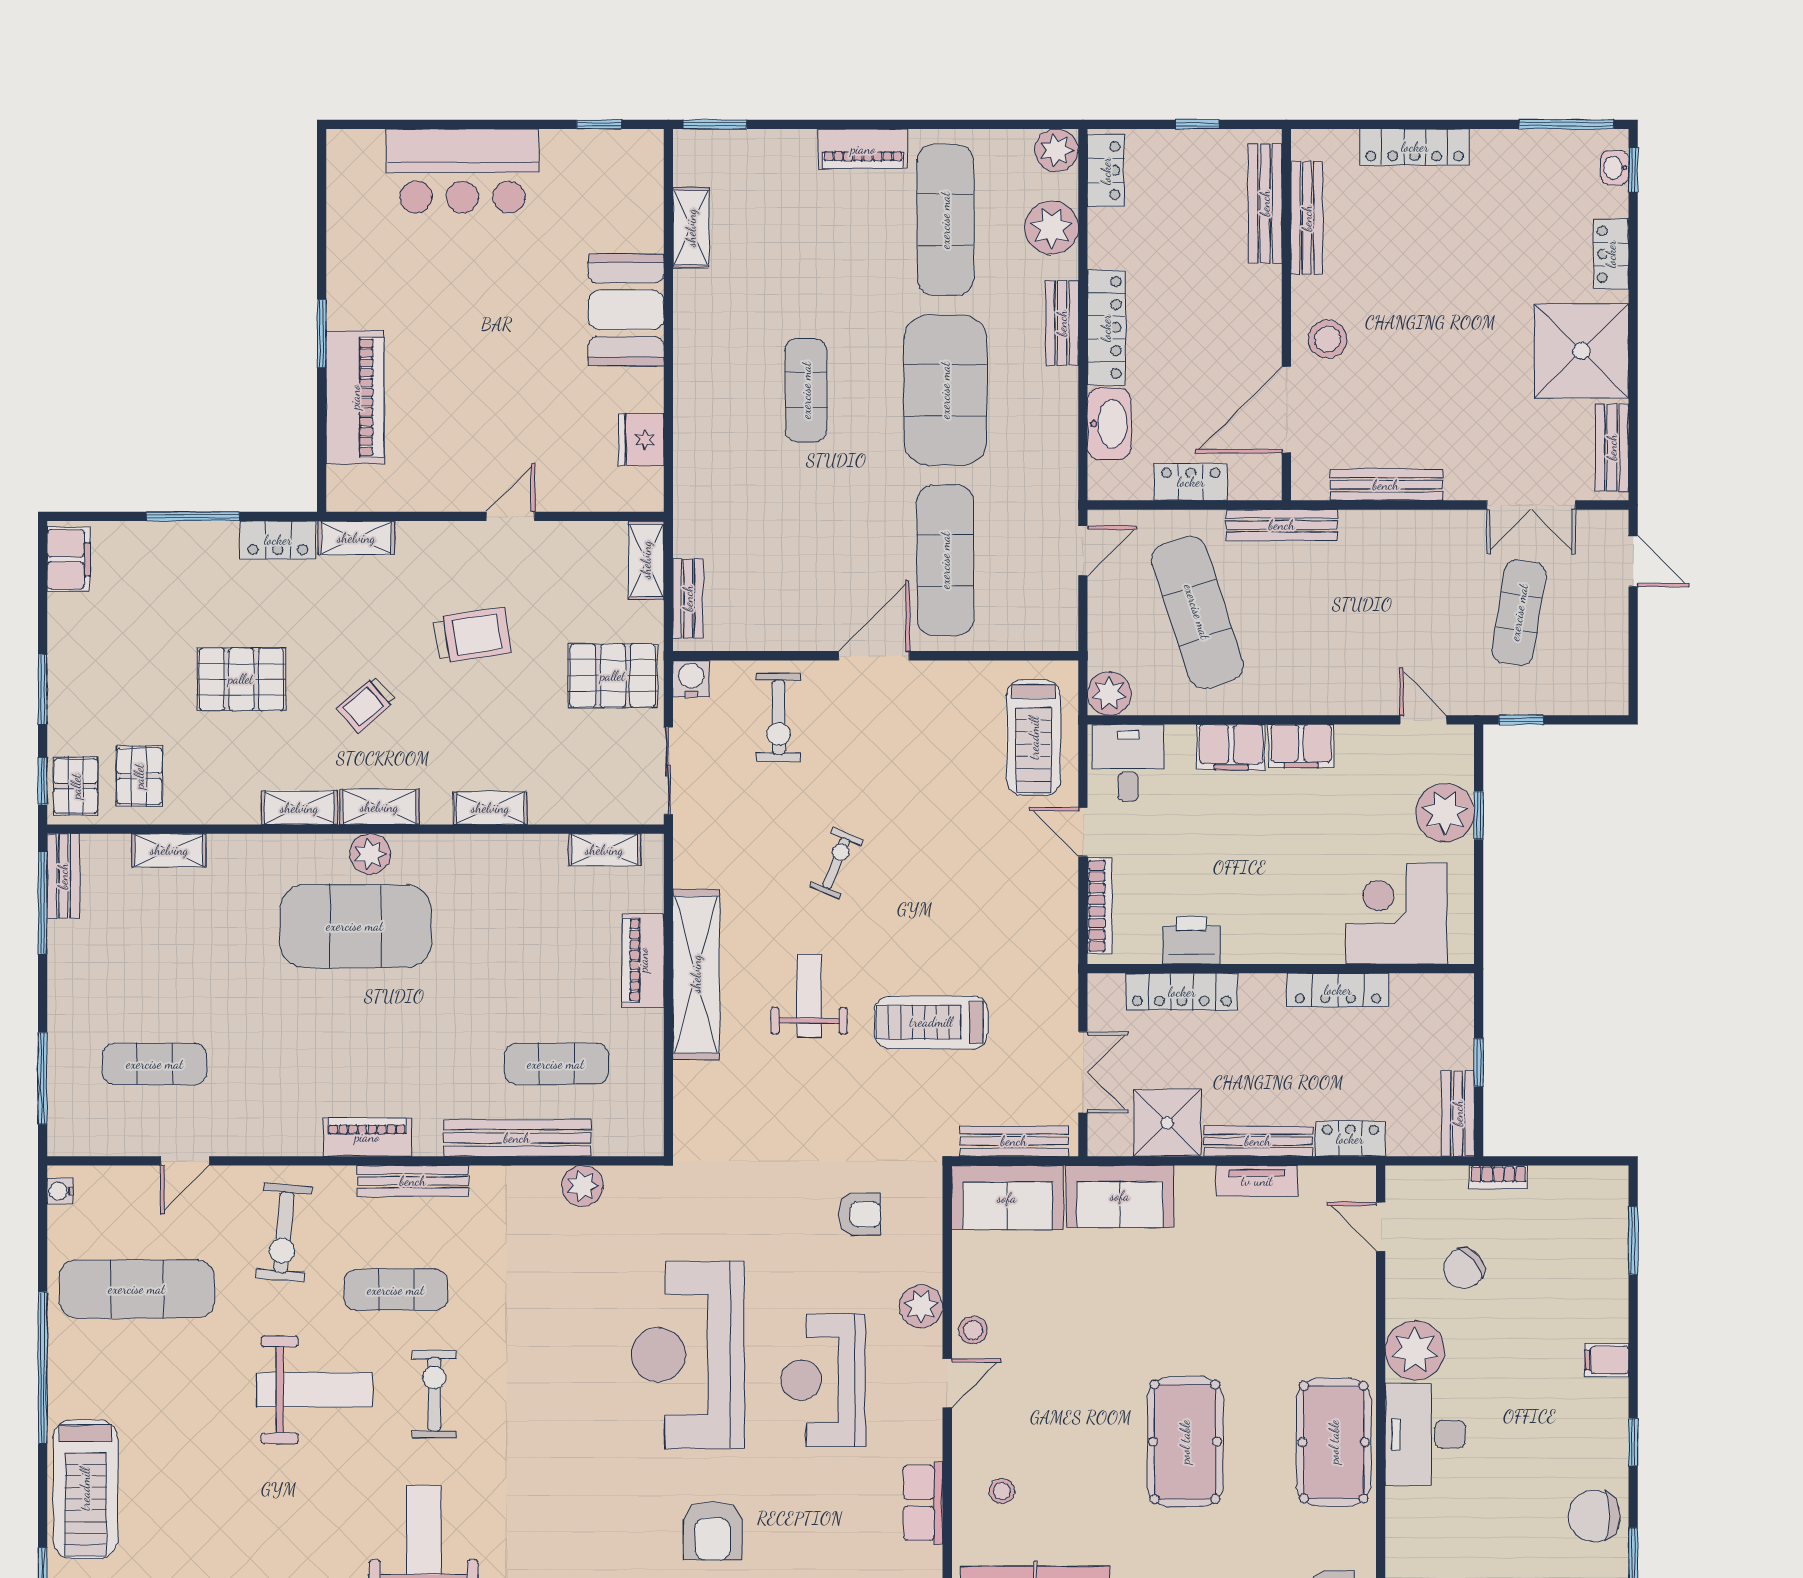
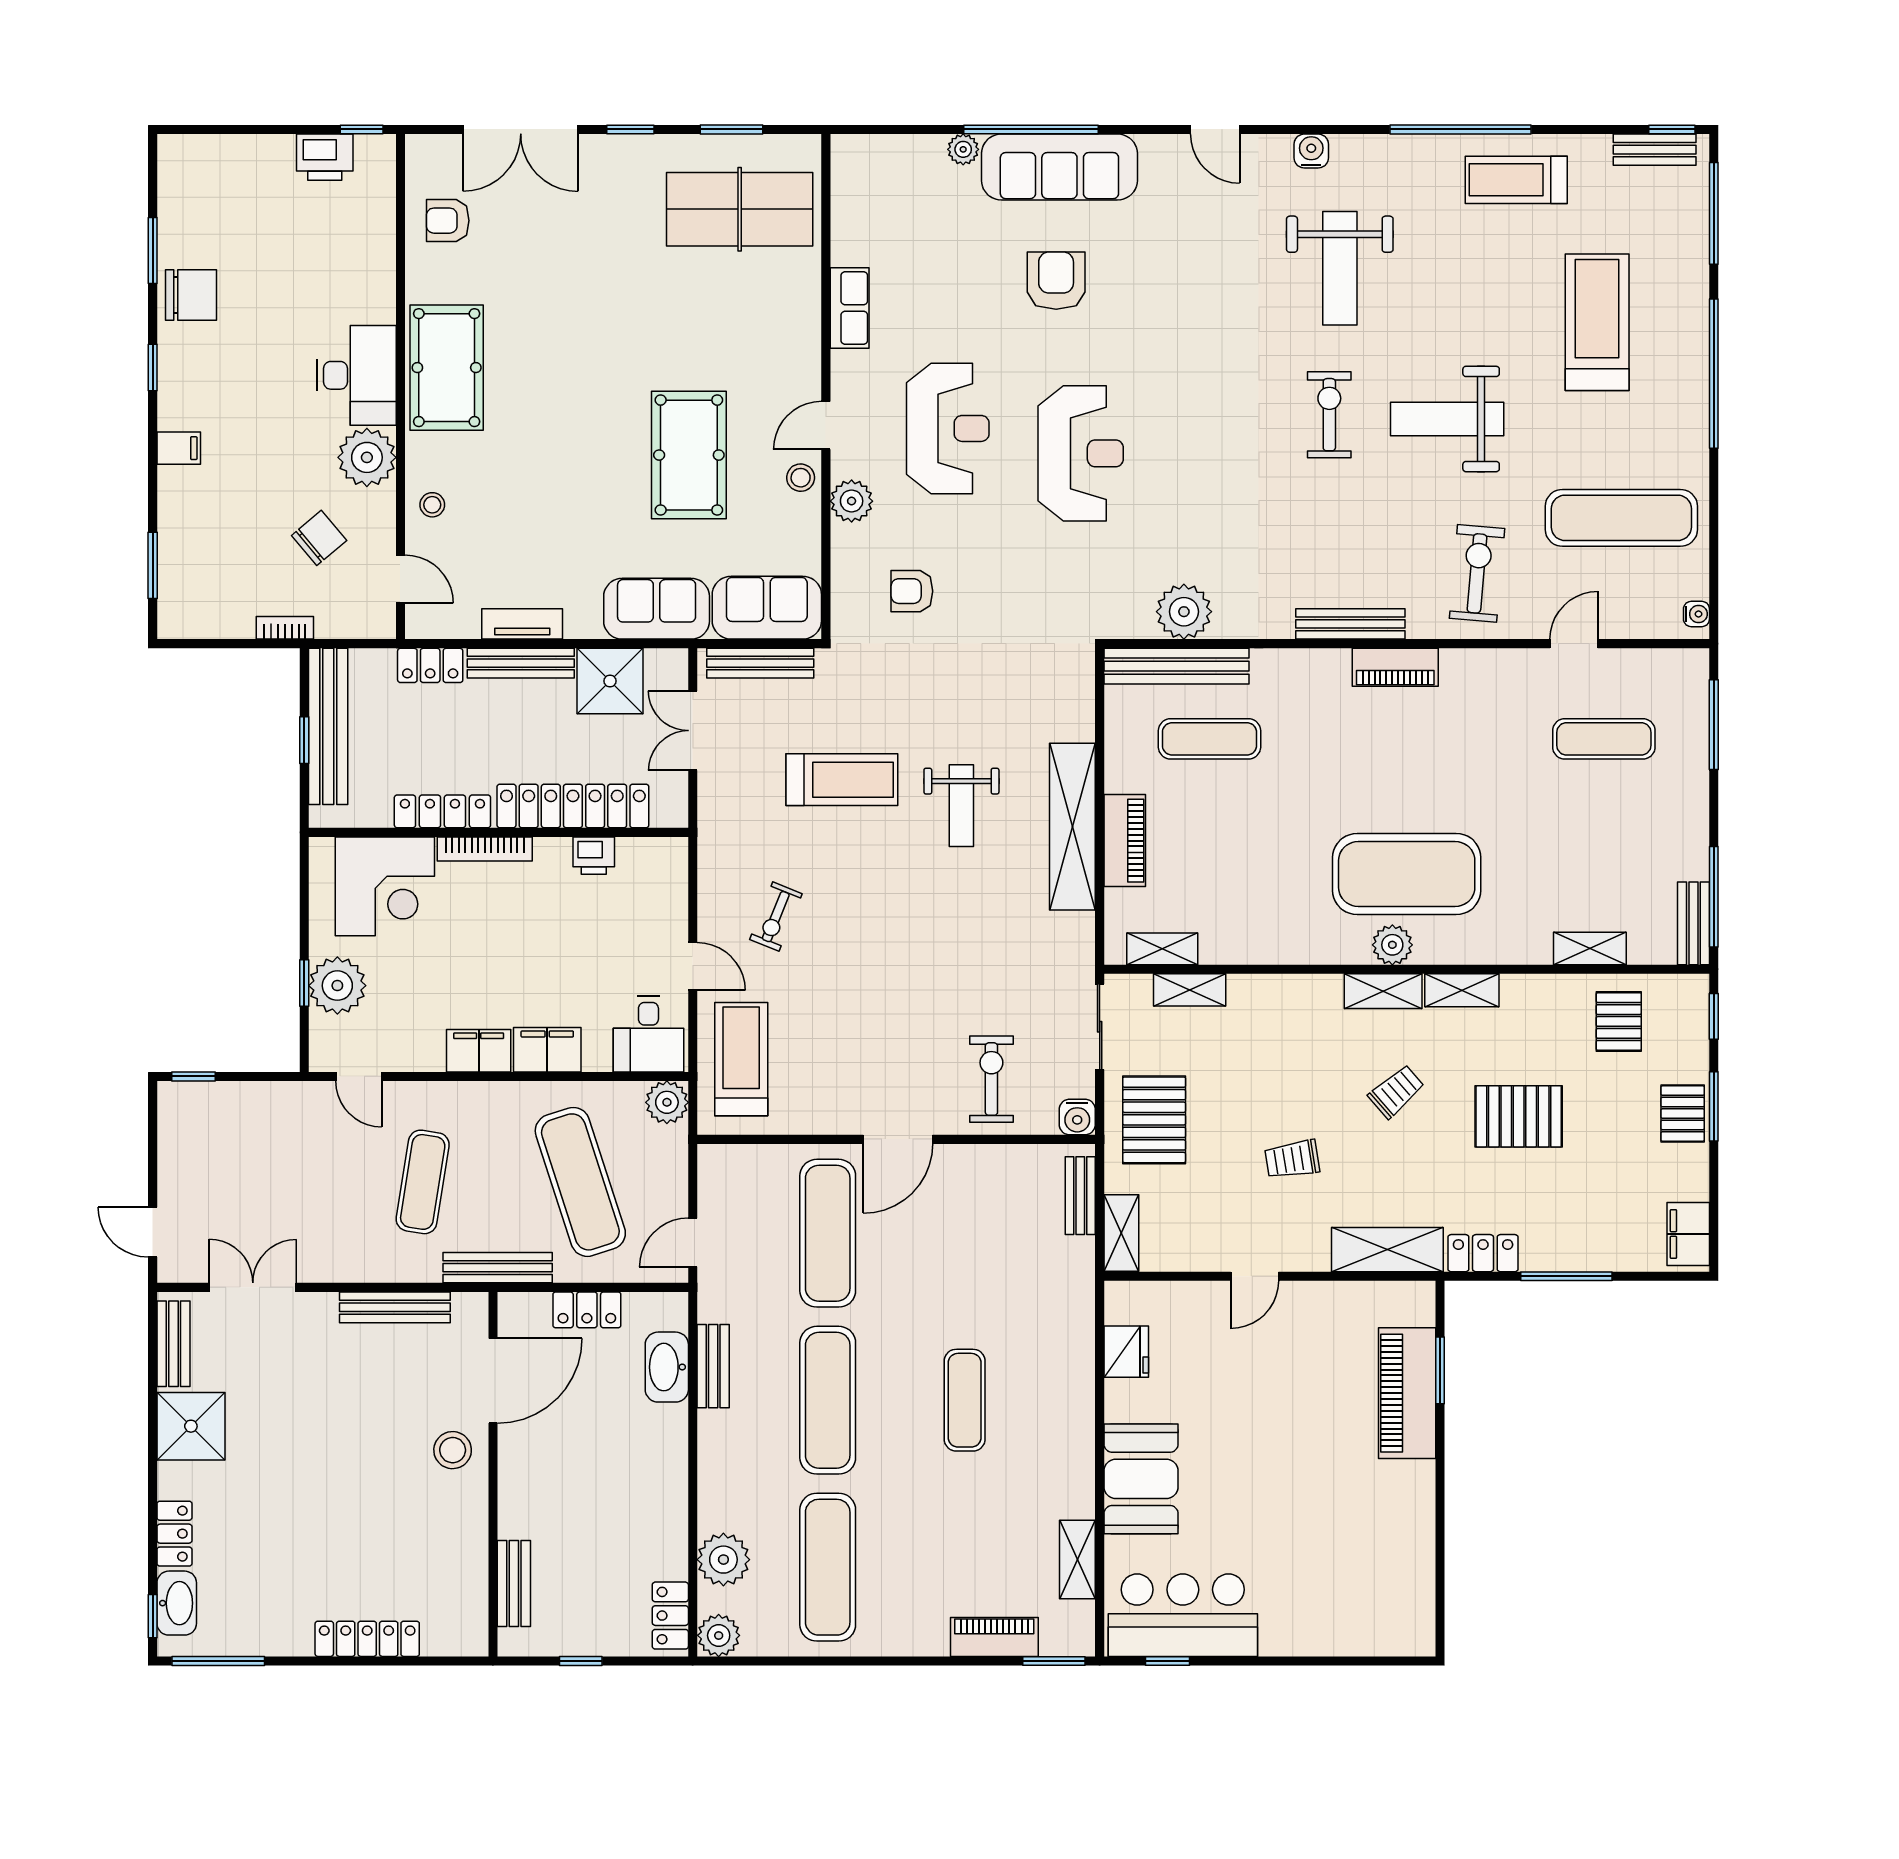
piano: (863, 149) -> (994, 1637), moved
washbasin: (1615, 168) -> (177, 1603), width x1.91, depth x1.45
bar counter: (462, 171) -> (1183, 1615), moved
bench: (1265, 203) -> (514, 1583), width x0.73
bench: (1307, 218) -> (473, 1569), removed
bench: (1062, 323) -> (713, 1366), moved
locker: (1106, 328) -> (670, 1462), removed
window: (322, 334) -> (1440, 1370), moved
shower: (1582, 351) -> (191, 1426), width x0.73, depth x0.73
exercise mat: (945, 390) -> (828, 1400), width x0.68
shelving: (356, 538) -> (1387, 1250), width x1.50, depth x1.33
exercise mat: (1519, 612) -> (423, 1182), moved
trolley: (472, 635) -> (1292, 1159), width x0.73, depth x0.72
pallet: (613, 676) -> (1154, 1120), turned 90
window: (1521, 720) -> (193, 1076), moved
pallet: (76, 786) -> (1683, 1114), moved
shelving: (490, 808) -> (1190, 990), moved
exercise bike: (836, 863) -> (776, 917), moved
bookcase: (1100, 906) -> (485, 849), moved, turned -90
printer: (1191, 940) -> (594, 856), width x0.73, depth x0.81
locker: (1182, 992) -> (573, 806), width x1.41, depth x1.21
bench: (1458, 1113) -> (328, 726), width x1.86, depth x1.21
bench: (517, 1138) -> (1176, 666), moved
plant: (582, 1186) -> (1184, 612), width x1.36, depth x1.36
exercise mat: (396, 1290) -> (1367, 517), removed
reception desk: (688, 1355) -> (1081, 453), width x0.74, depth x0.77
window: (43, 1368) -> (1714, 374), moved
exercise bike: (434, 1394) -> (1329, 415), turned 180
pool table: (1185, 1442) -> (689, 455), moved
treadmill: (85, 1489) -> (1597, 322), moved
stool: (1002, 1491) -> (432, 505), moved

